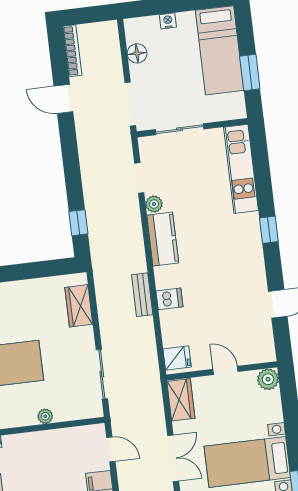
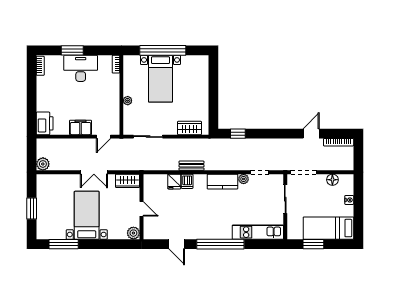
window: (269, 230) -> (220, 244), width x3.17
fridge: (177, 358) -> (174, 182), moved
door: (225, 370) -> (141, 209), hinge flipped

